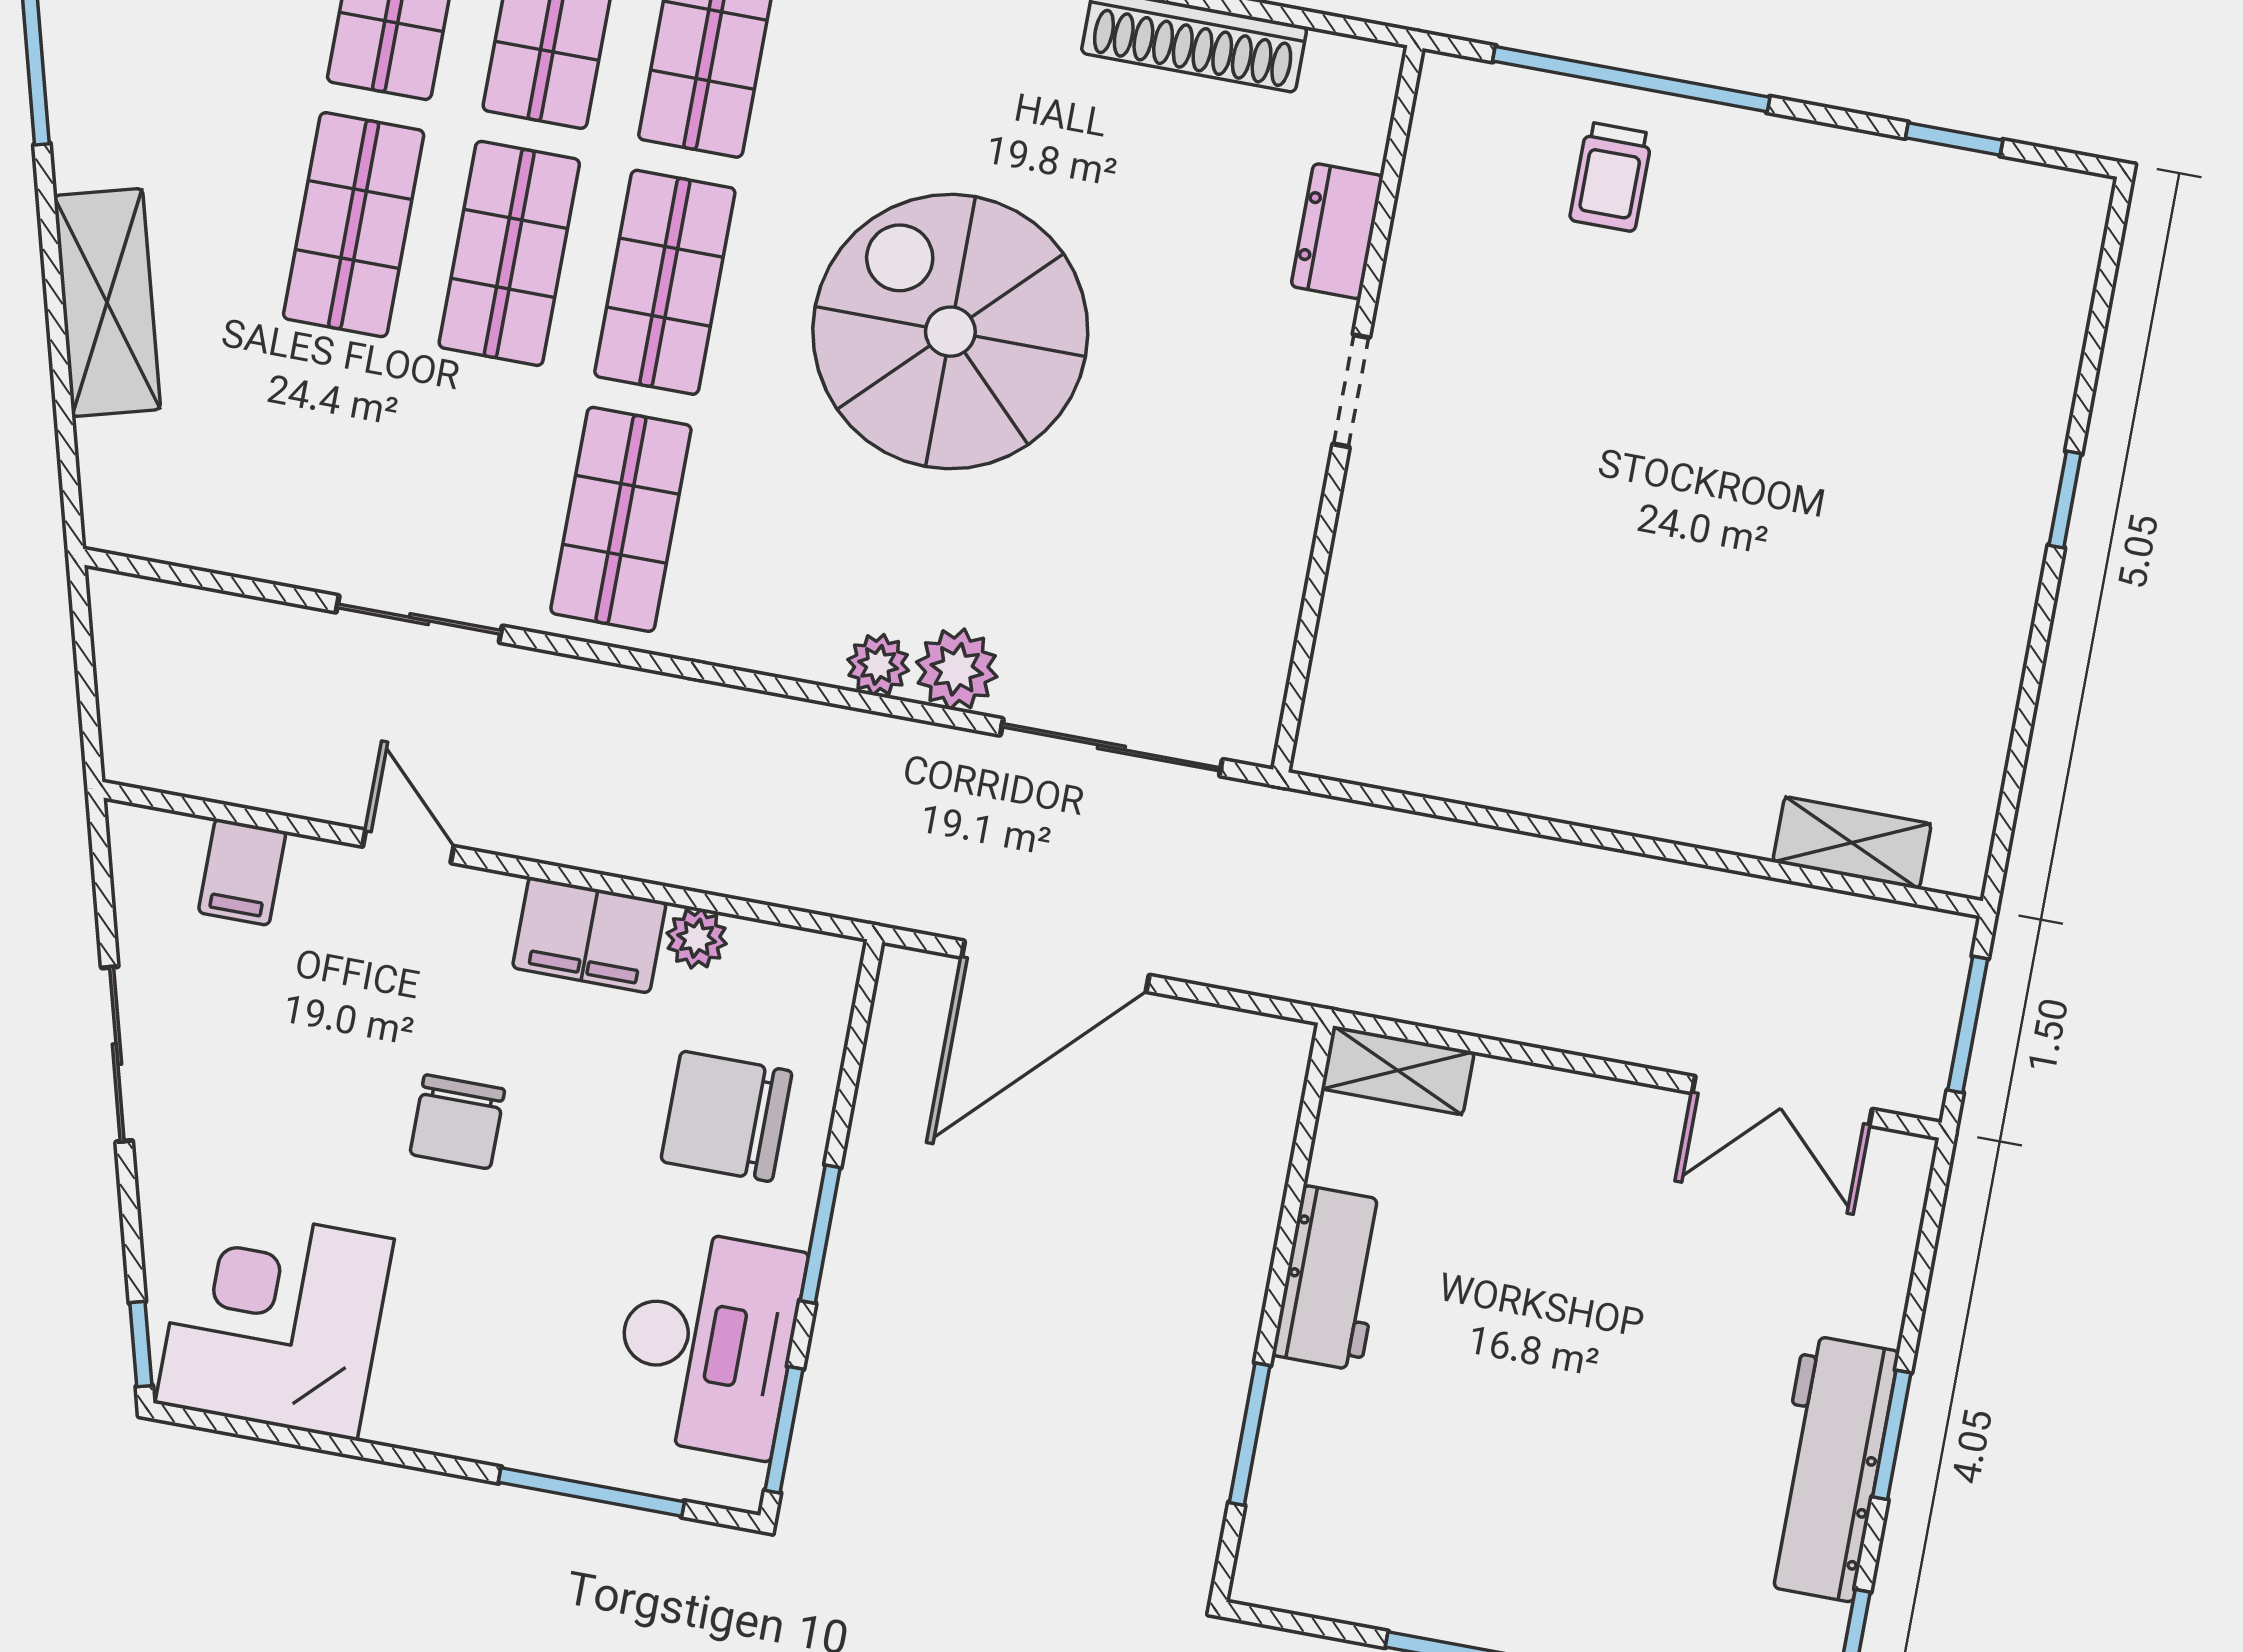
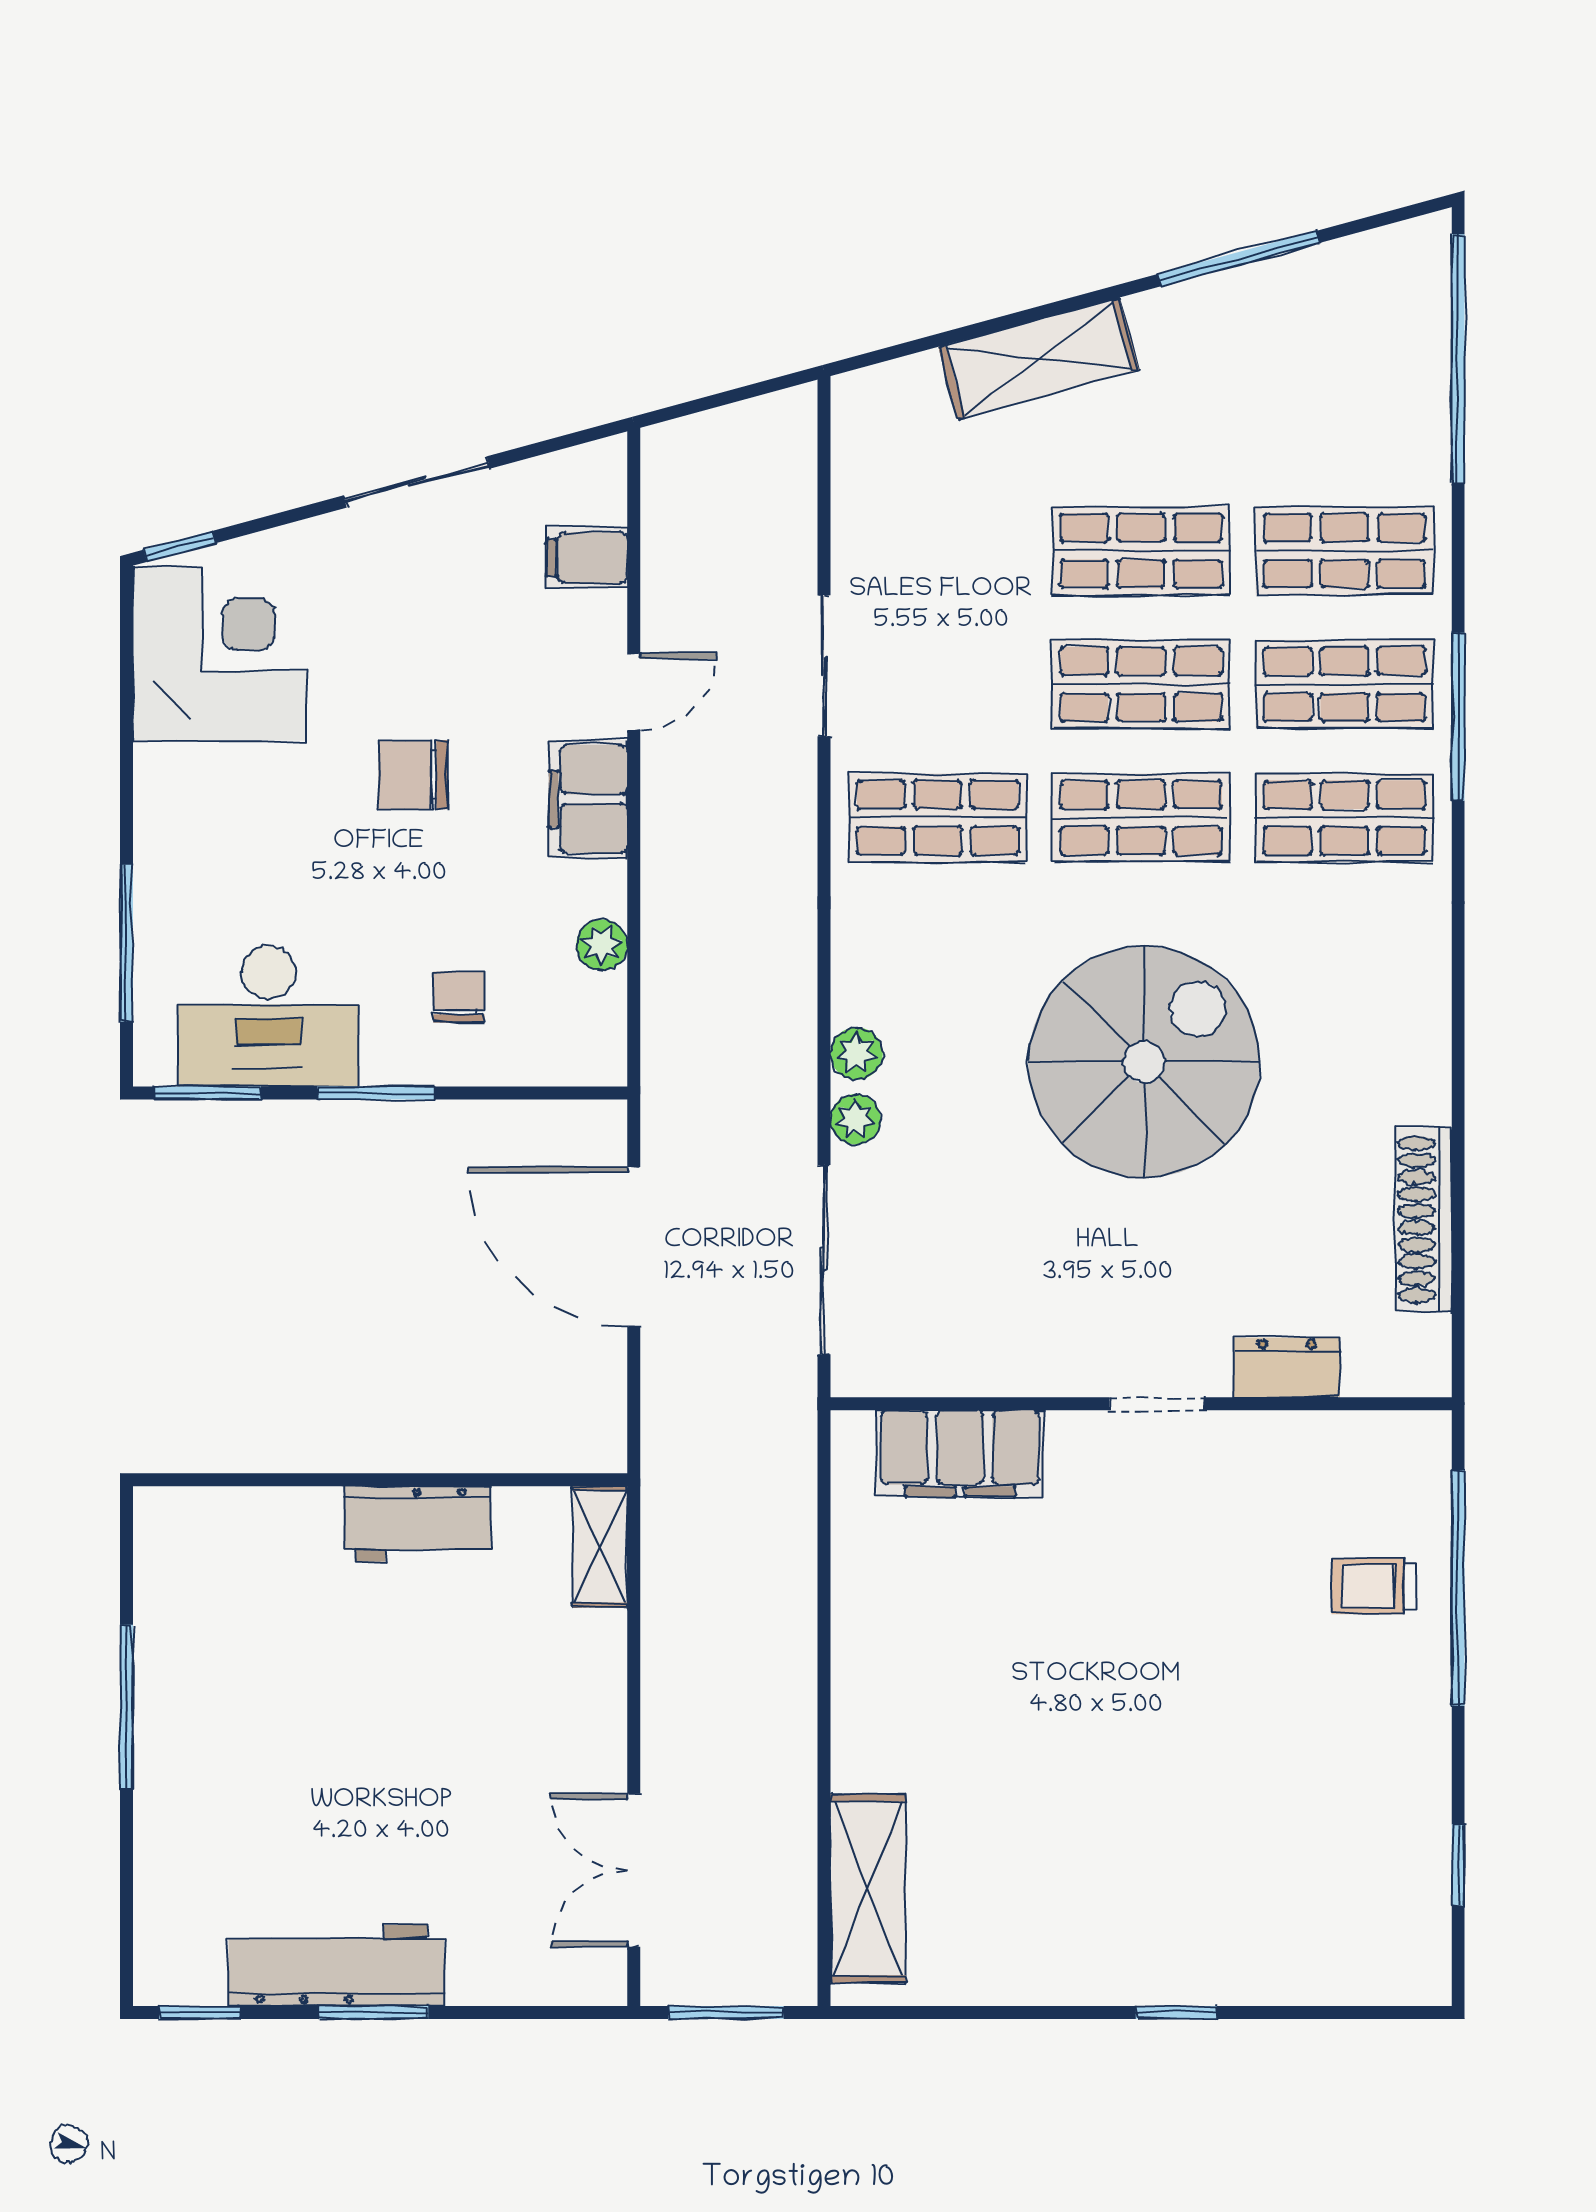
filing cabinet: (1367, 631) -> (960, 1453), added
plant: (957, 669) -> (856, 1119), width x0.73, depth x0.73
shelving: (1852, 843) -> (868, 1888), width x1.50, depth x1.33
filing cabinet: (589, 935) -> (588, 799), moved
chair: (727, 1116) -> (459, 997), width x0.54, depth x0.54
window: (1250, 1434) -> (276, 1480), removed

